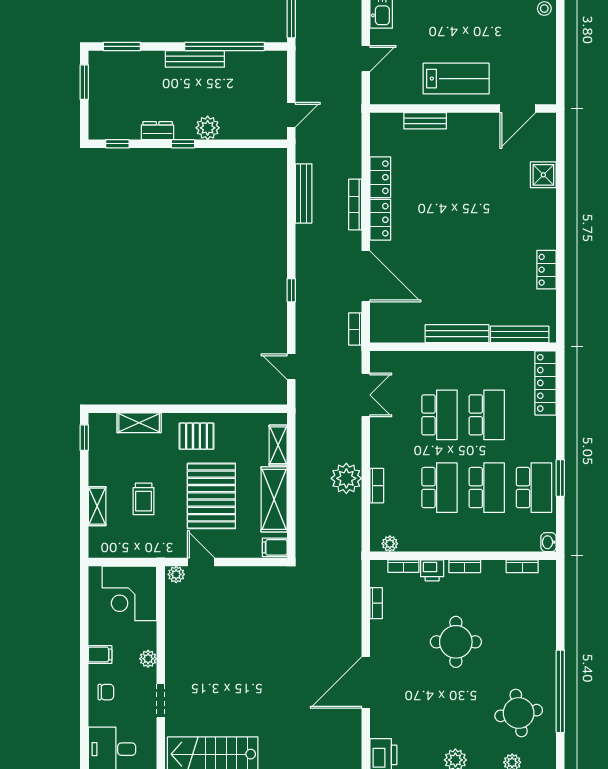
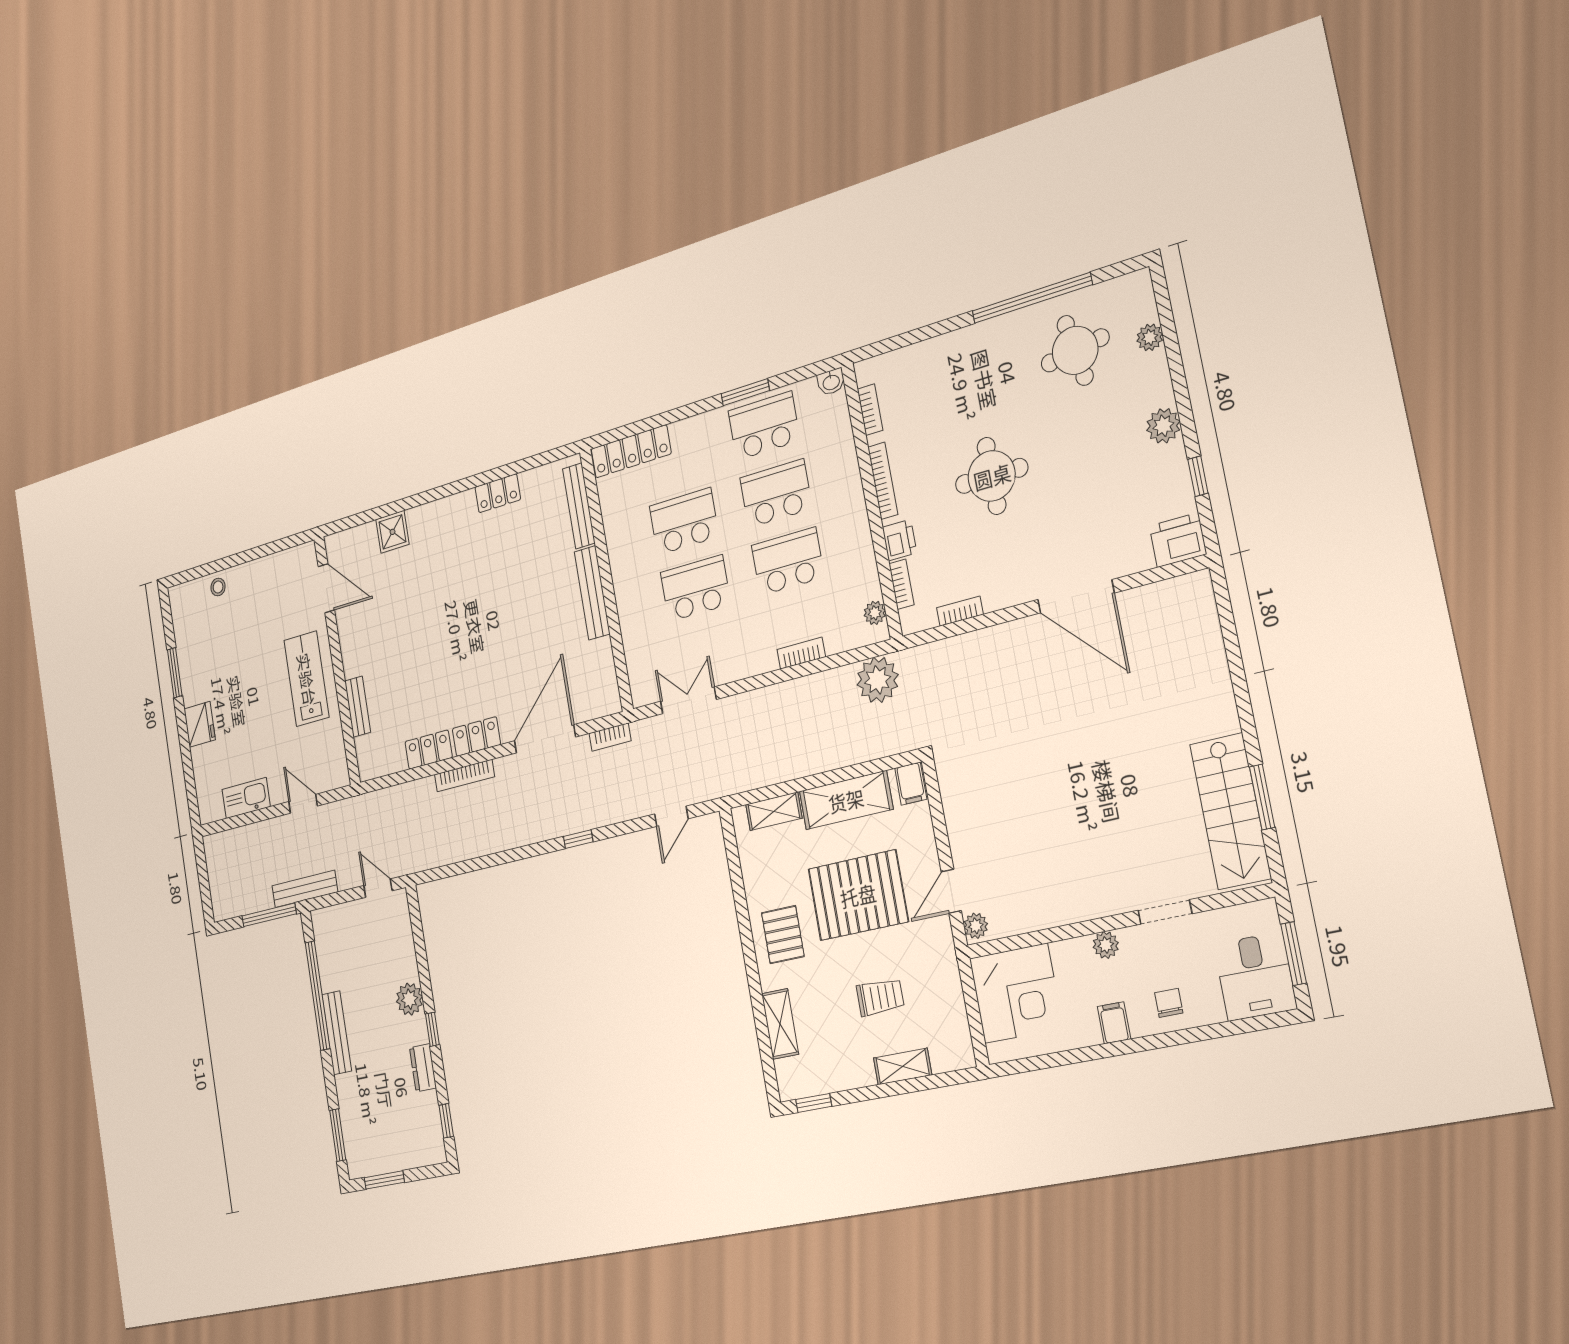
bench: (304, 193) -> (305, 889), moved
plant: (346, 478) -> (878, 680), moved
bookcase: (465, 566) -> (883, 481), width x1.56

